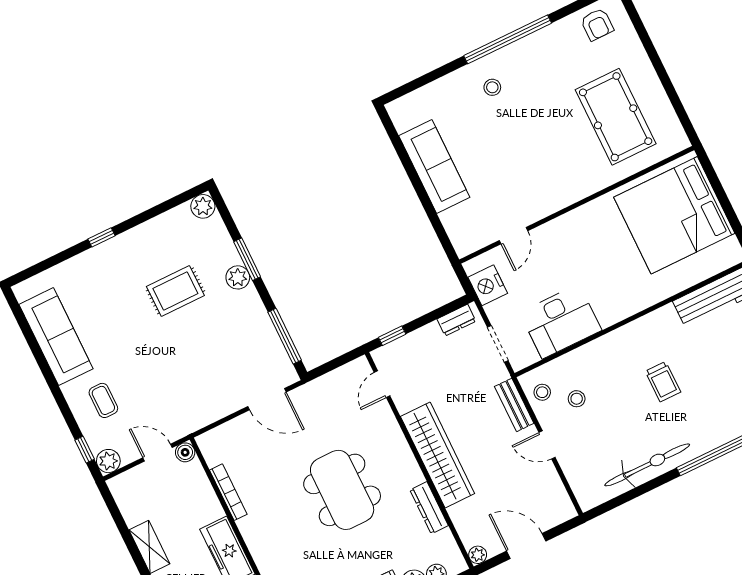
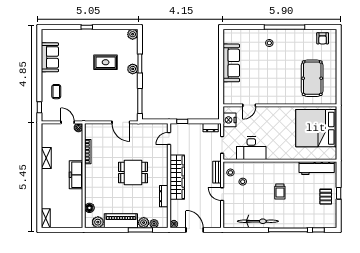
sofa: (56, 337) -> (50, 57), width x0.73
plant: (108, 461) -> (47, 116), removed
dining table: (342, 490) -> (133, 173), width x0.73

